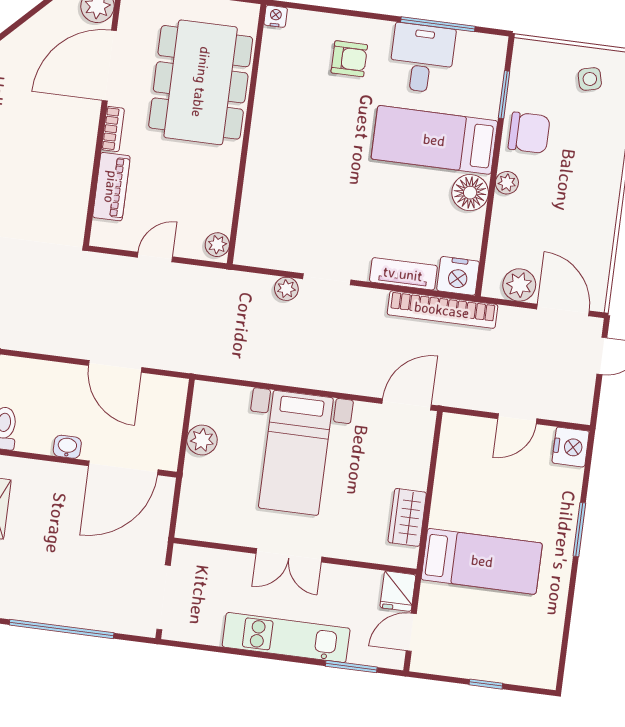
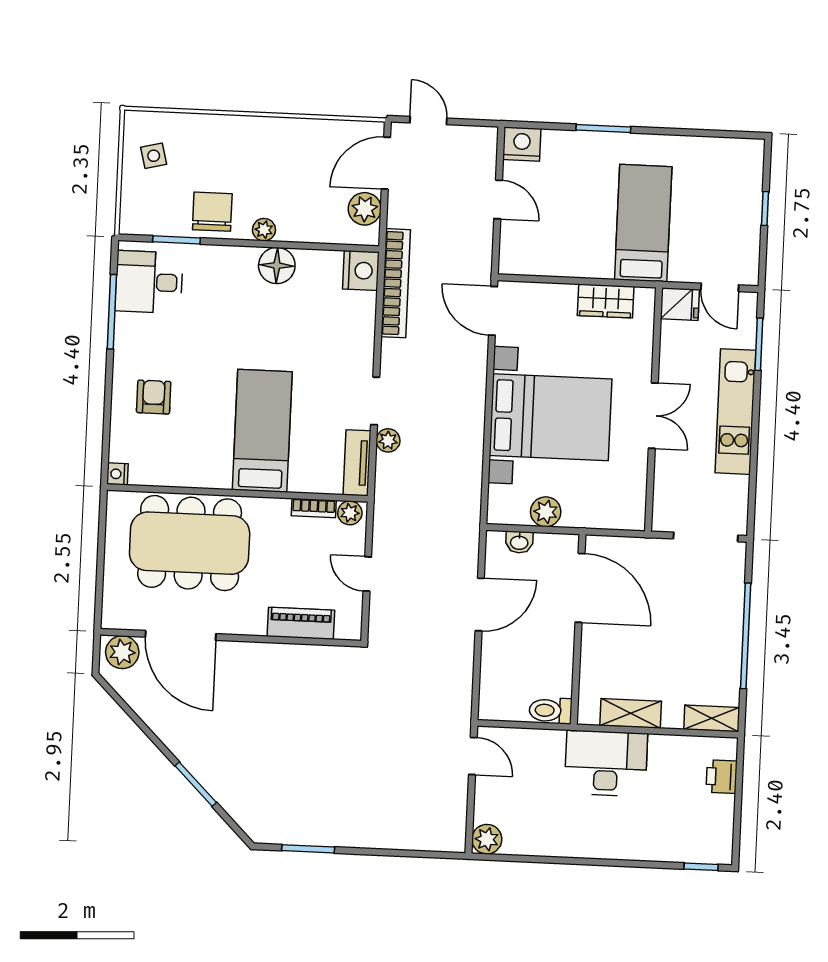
desk: (422, 58) -> (149, 282), moved
bookcase: (113, 129) -> (314, 508), moved, turned 180
bed: (434, 140) -> (262, 431), moved, turned 180
tv unit: (403, 274) -> (357, 463), moved
washbasin: (67, 447) -> (519, 542), moved, turned -90
bed with nightstands: (296, 453) -> (551, 417), width x1.36

